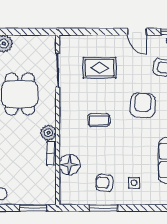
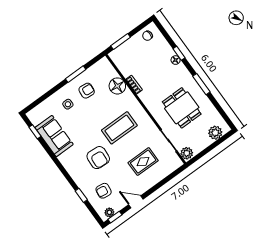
coffee table: (99, 120) -> (119, 128), width x1.86, depth x1.72
plant: (48, 133) -> (187, 153), moved

